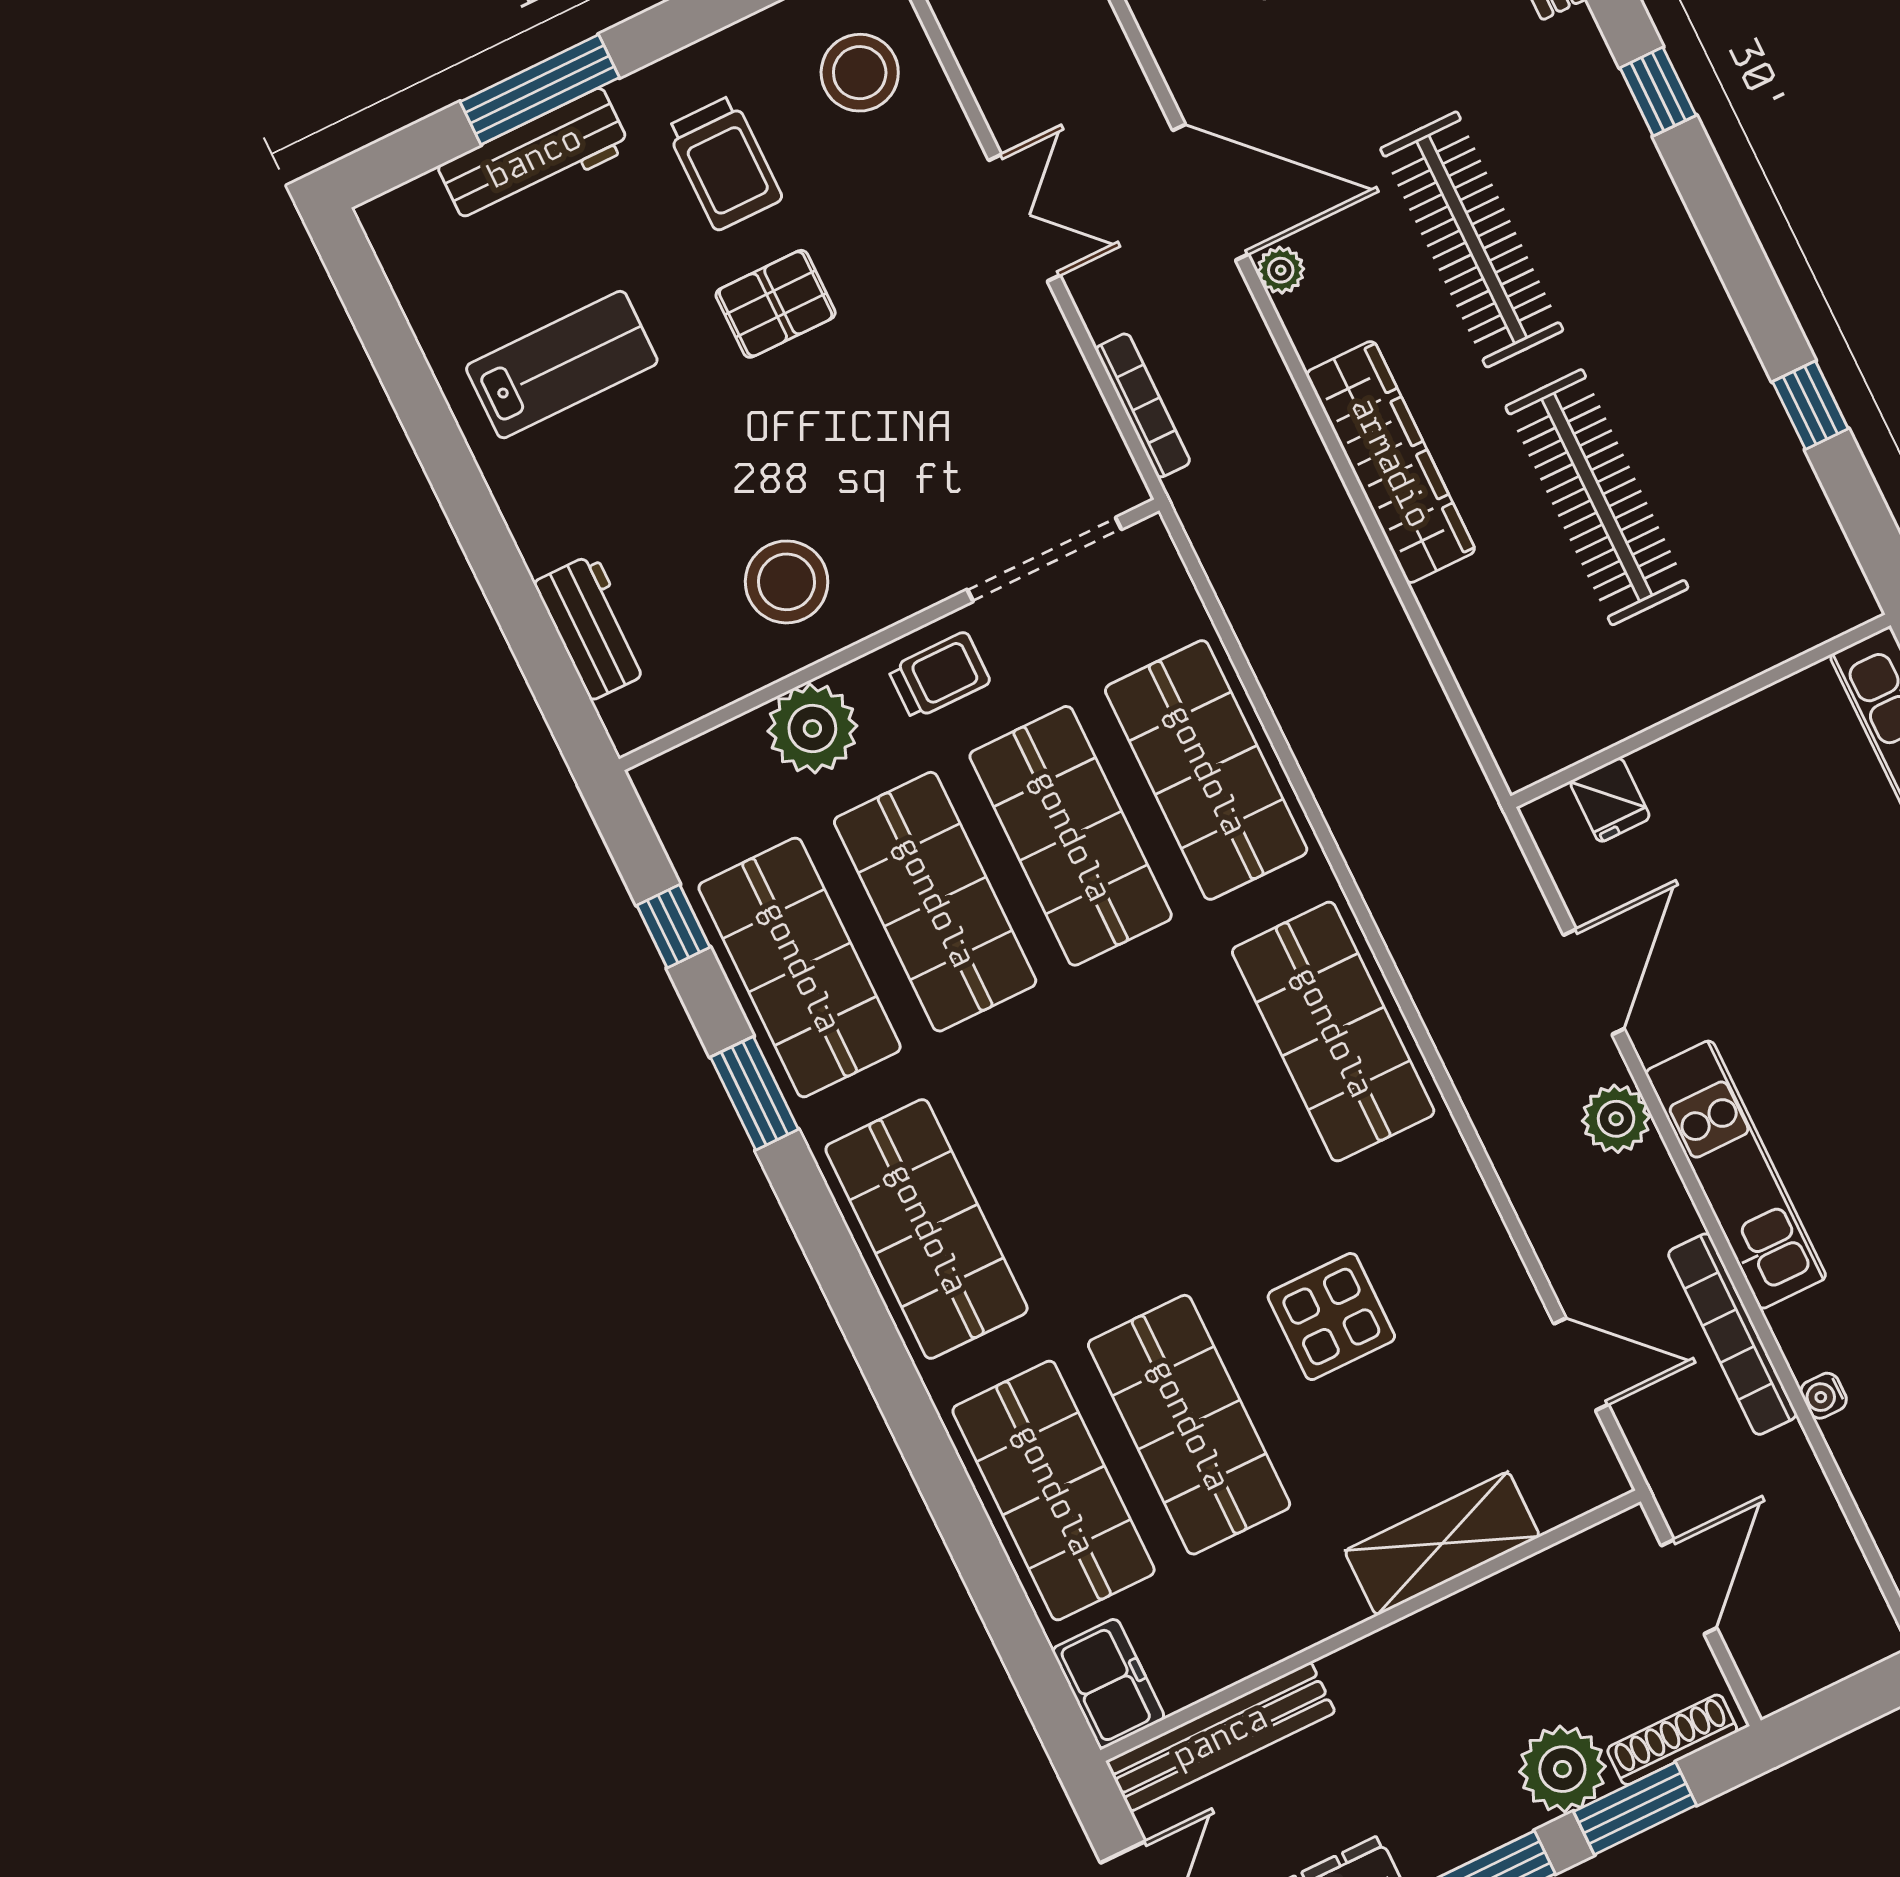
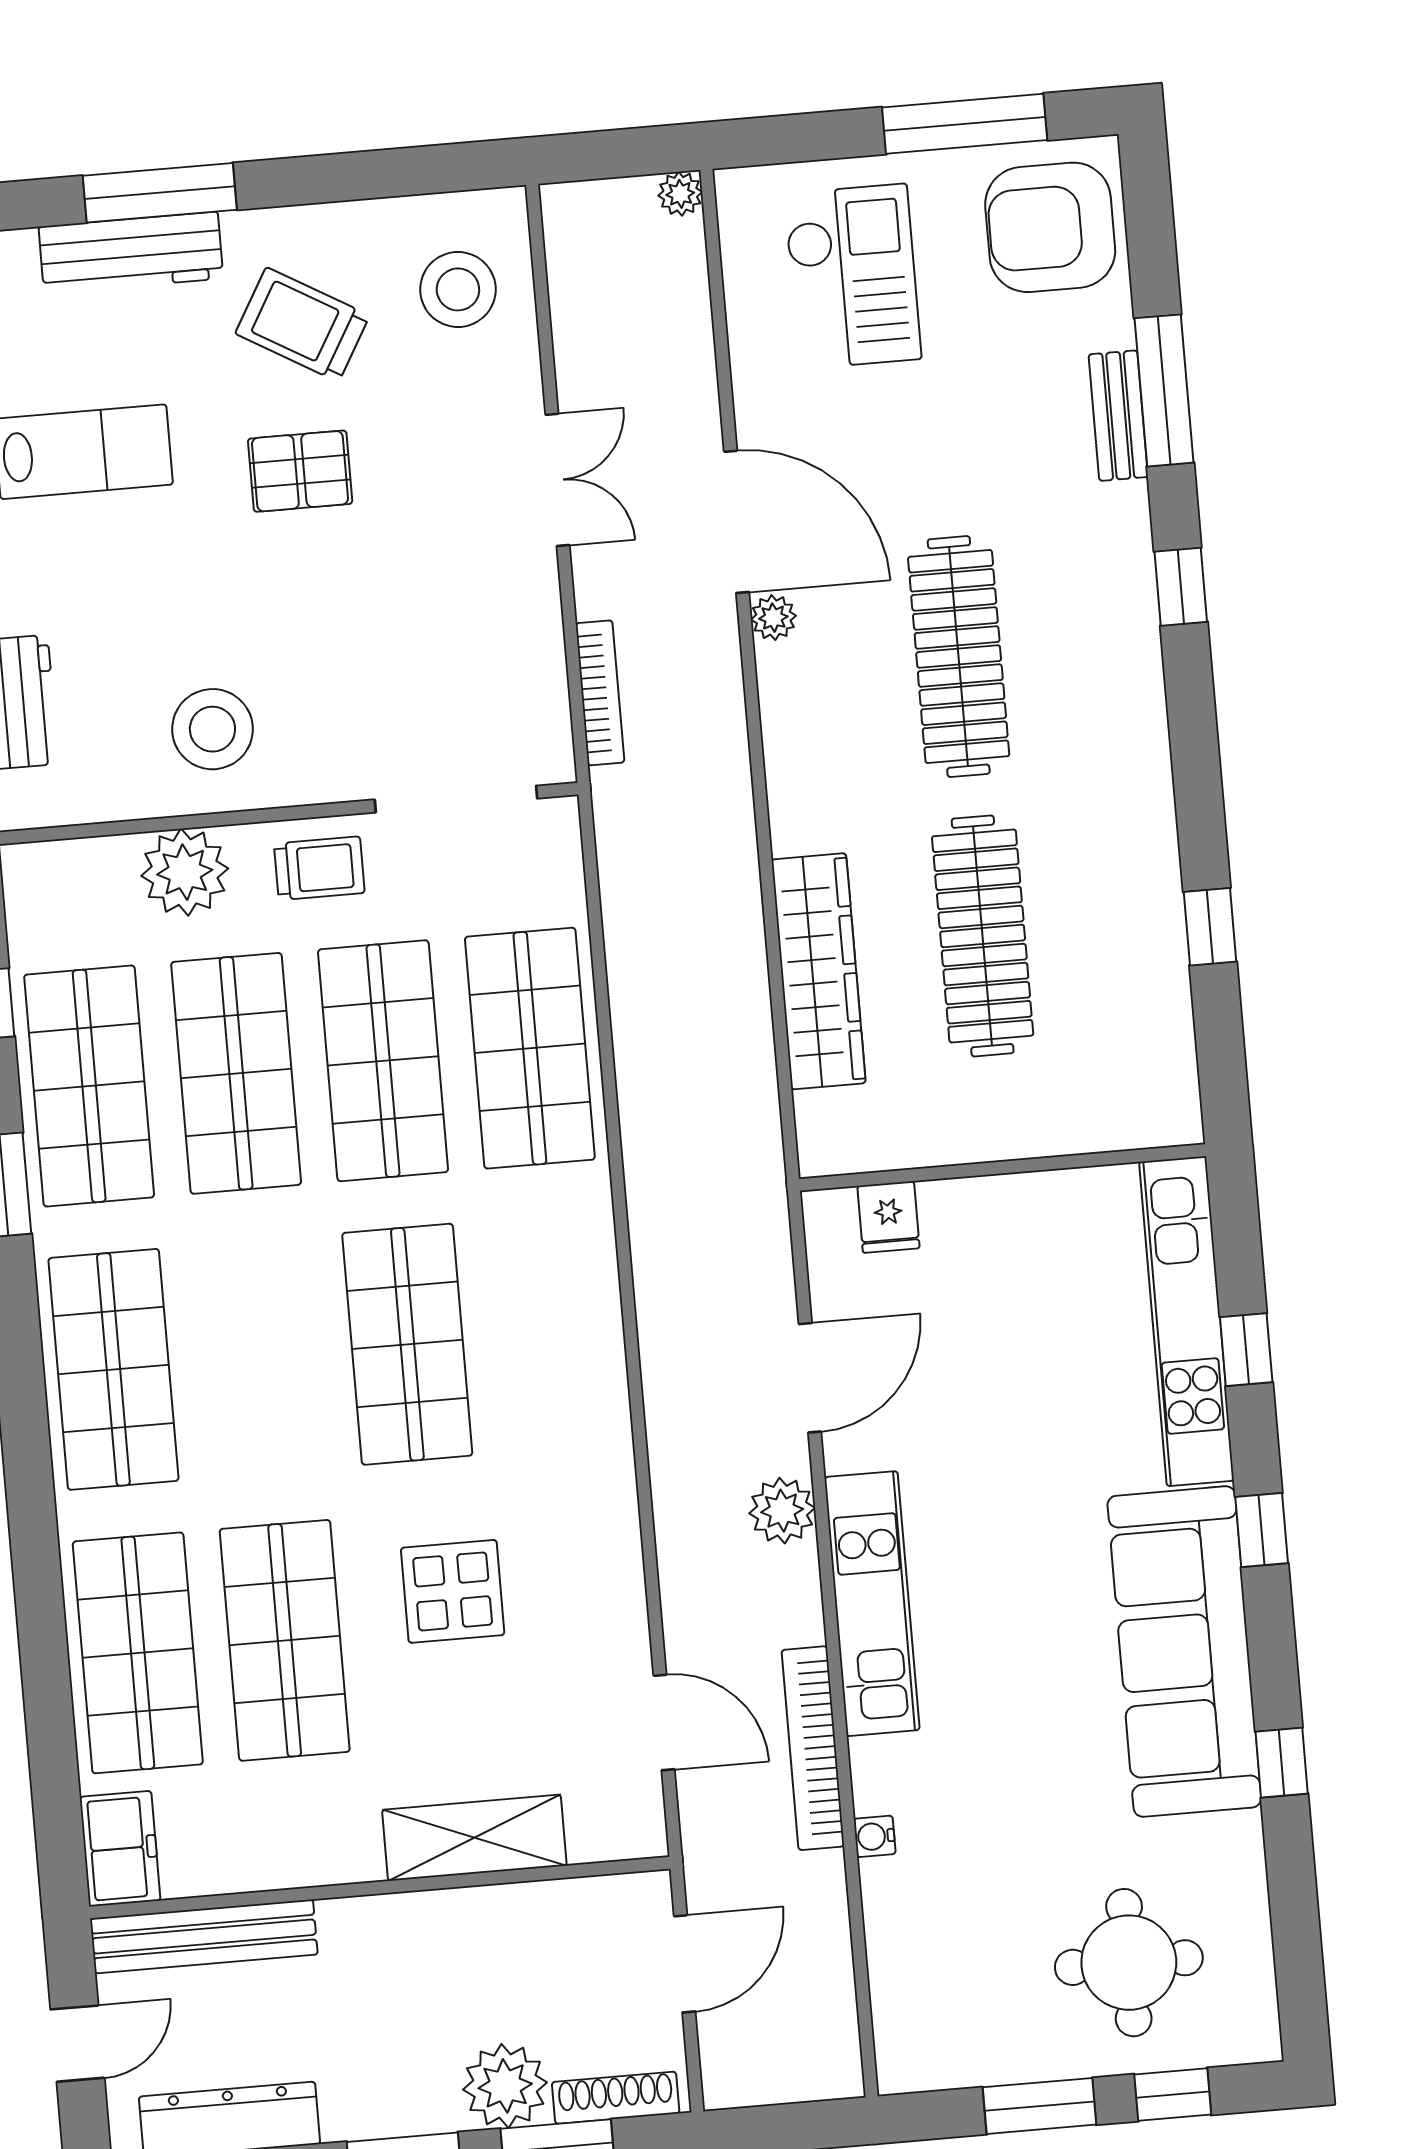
trolley: (724, 163) -> (302, 324), turned 120
wardrobe: (1391, 462) -> (818, 971), moved
shop shelf: (1333, 1032) -> (407, 1344), moved

